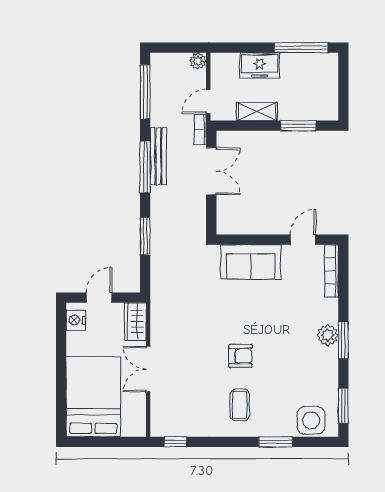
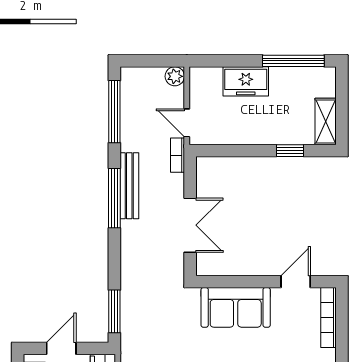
door: (208, 102) -> (187, 123), hinge flipped
shelving: (257, 112) -> (326, 122), moved, turned 90
window: (298, 126) -> (290, 151), width x0.67
double door: (211, 171) -> (190, 225), moved
window: (145, 236) -> (114, 311), moved

